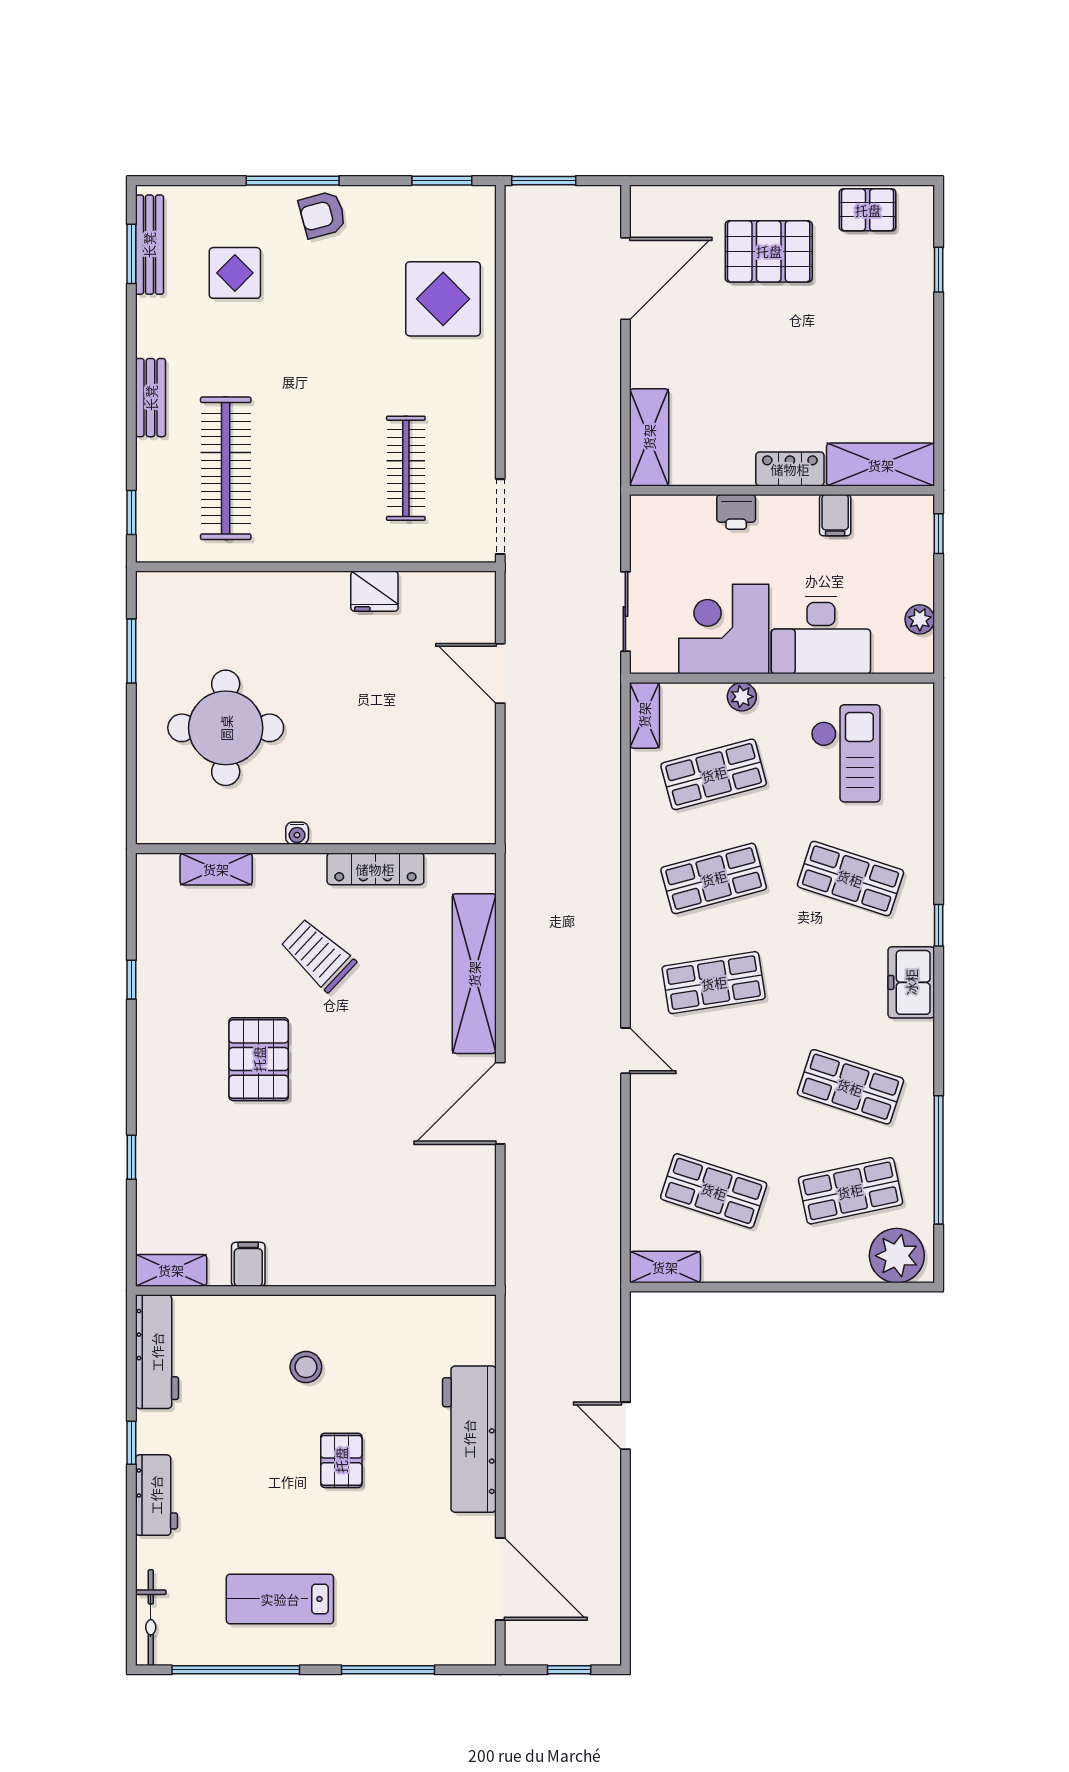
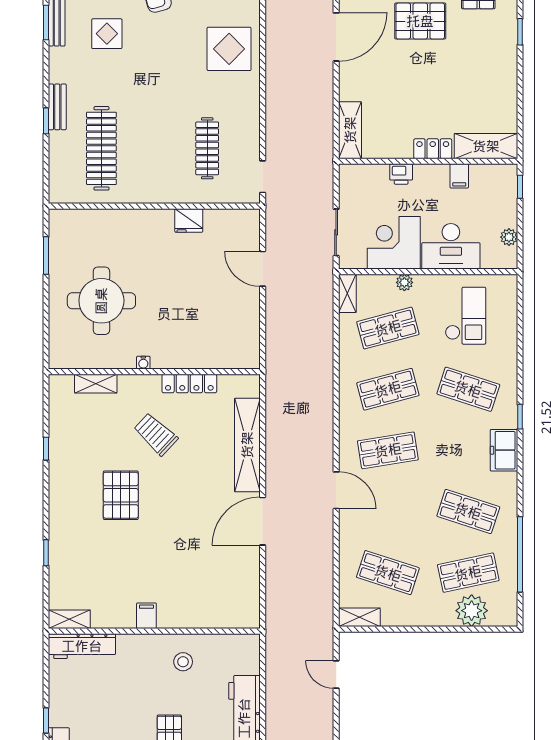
window: (131, 513) -> (46, 121), moved
doorway: (500, 517) -> (263, 177), width x0.73
door: (625, 1051) -> (336, 490), width x1.38
plant: (897, 1256) -> (472, 611), moved
filing cabinet: (248, 1264) -> (146, 616), moved
workbench: (157, 1352) -> (82, 646), moved, turned 90
stool: (306, 1367) -> (183, 662), moved
door: (625, 1426) -> (336, 675), moved

